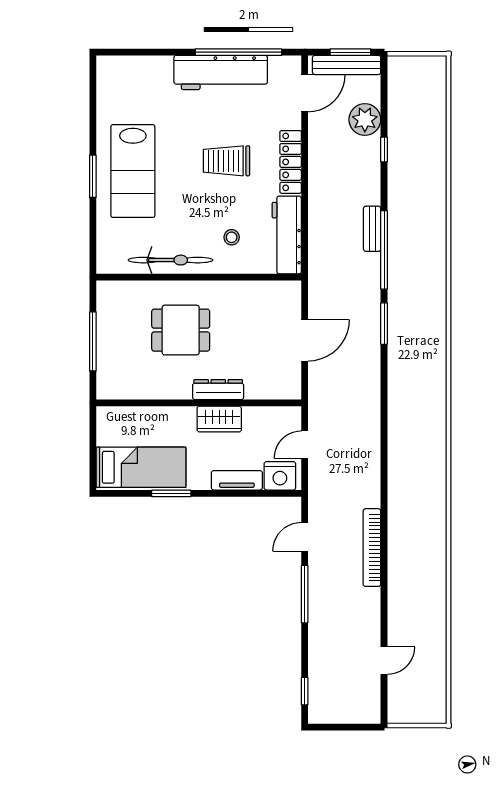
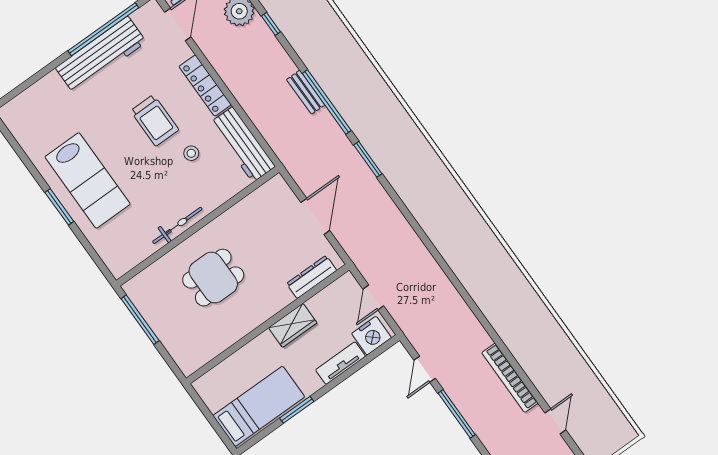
trolley: (226, 161) -> (155, 120), turned -90
stool: (232, 237) -> (191, 153), moved
bicycle: (171, 260) -> (177, 225), width x0.73, depth x0.71
window: (93, 341) -> (140, 320), moved
dresser: (218, 390) -> (312, 277), moved
bookcase: (372, 548) -> (510, 378), moved

